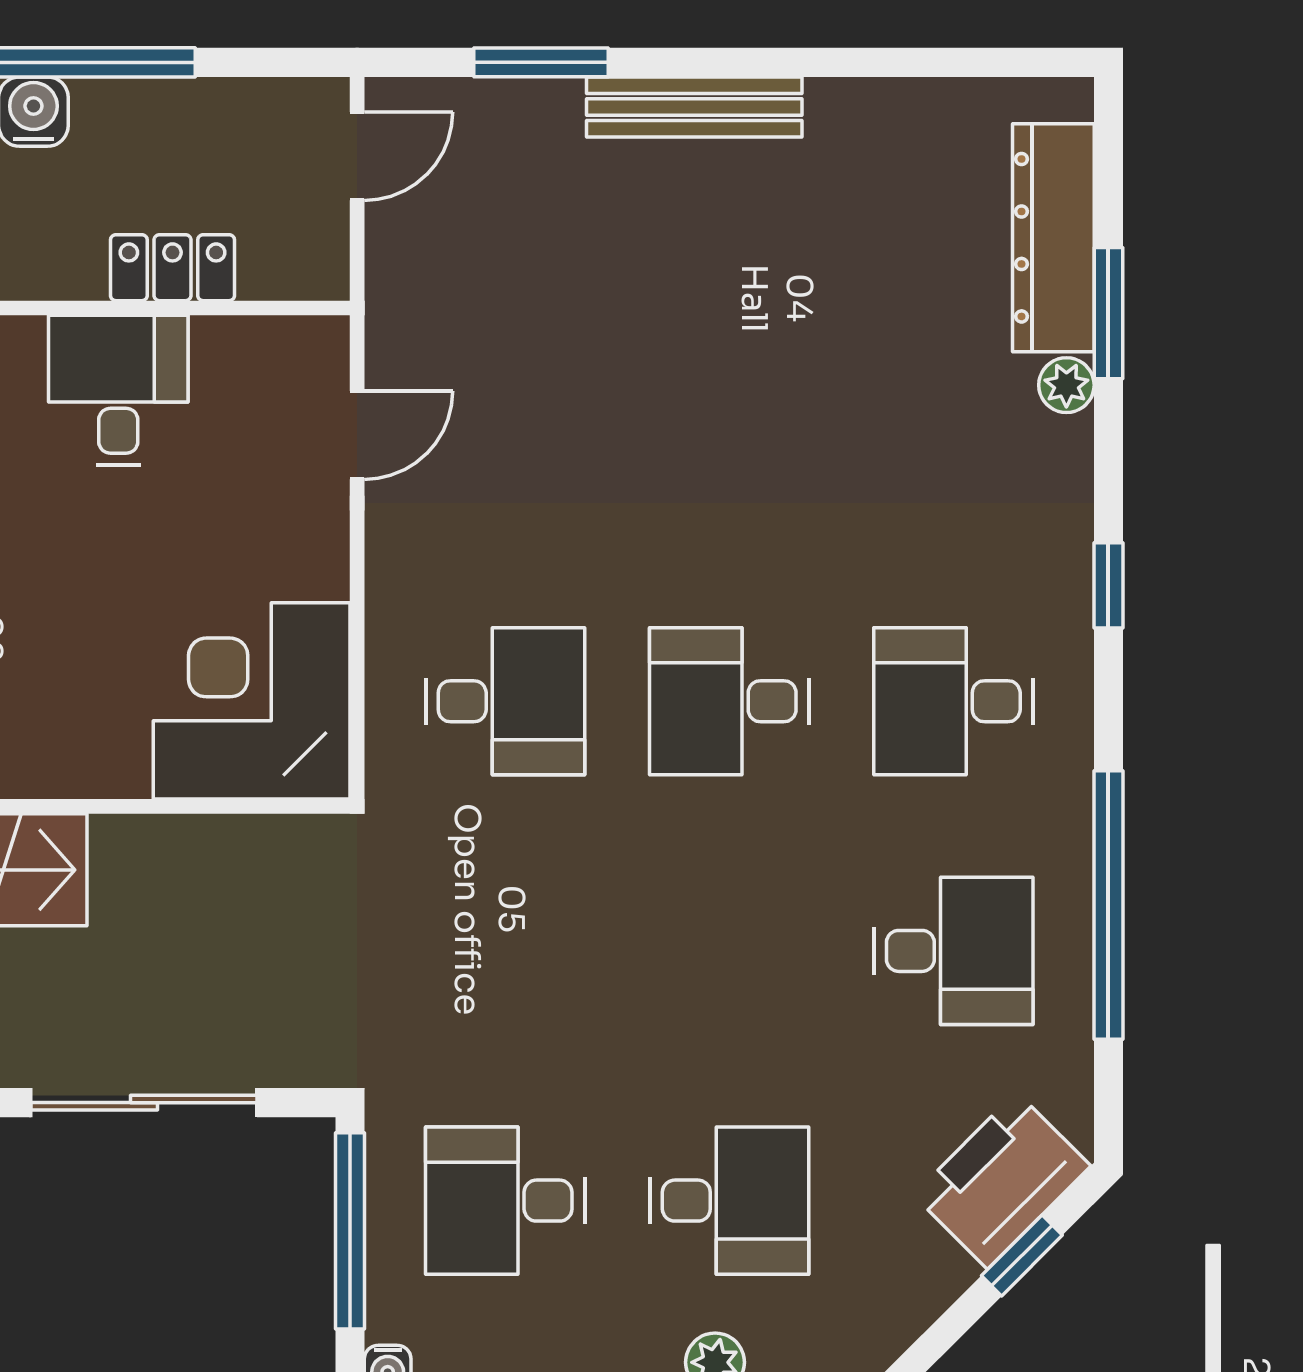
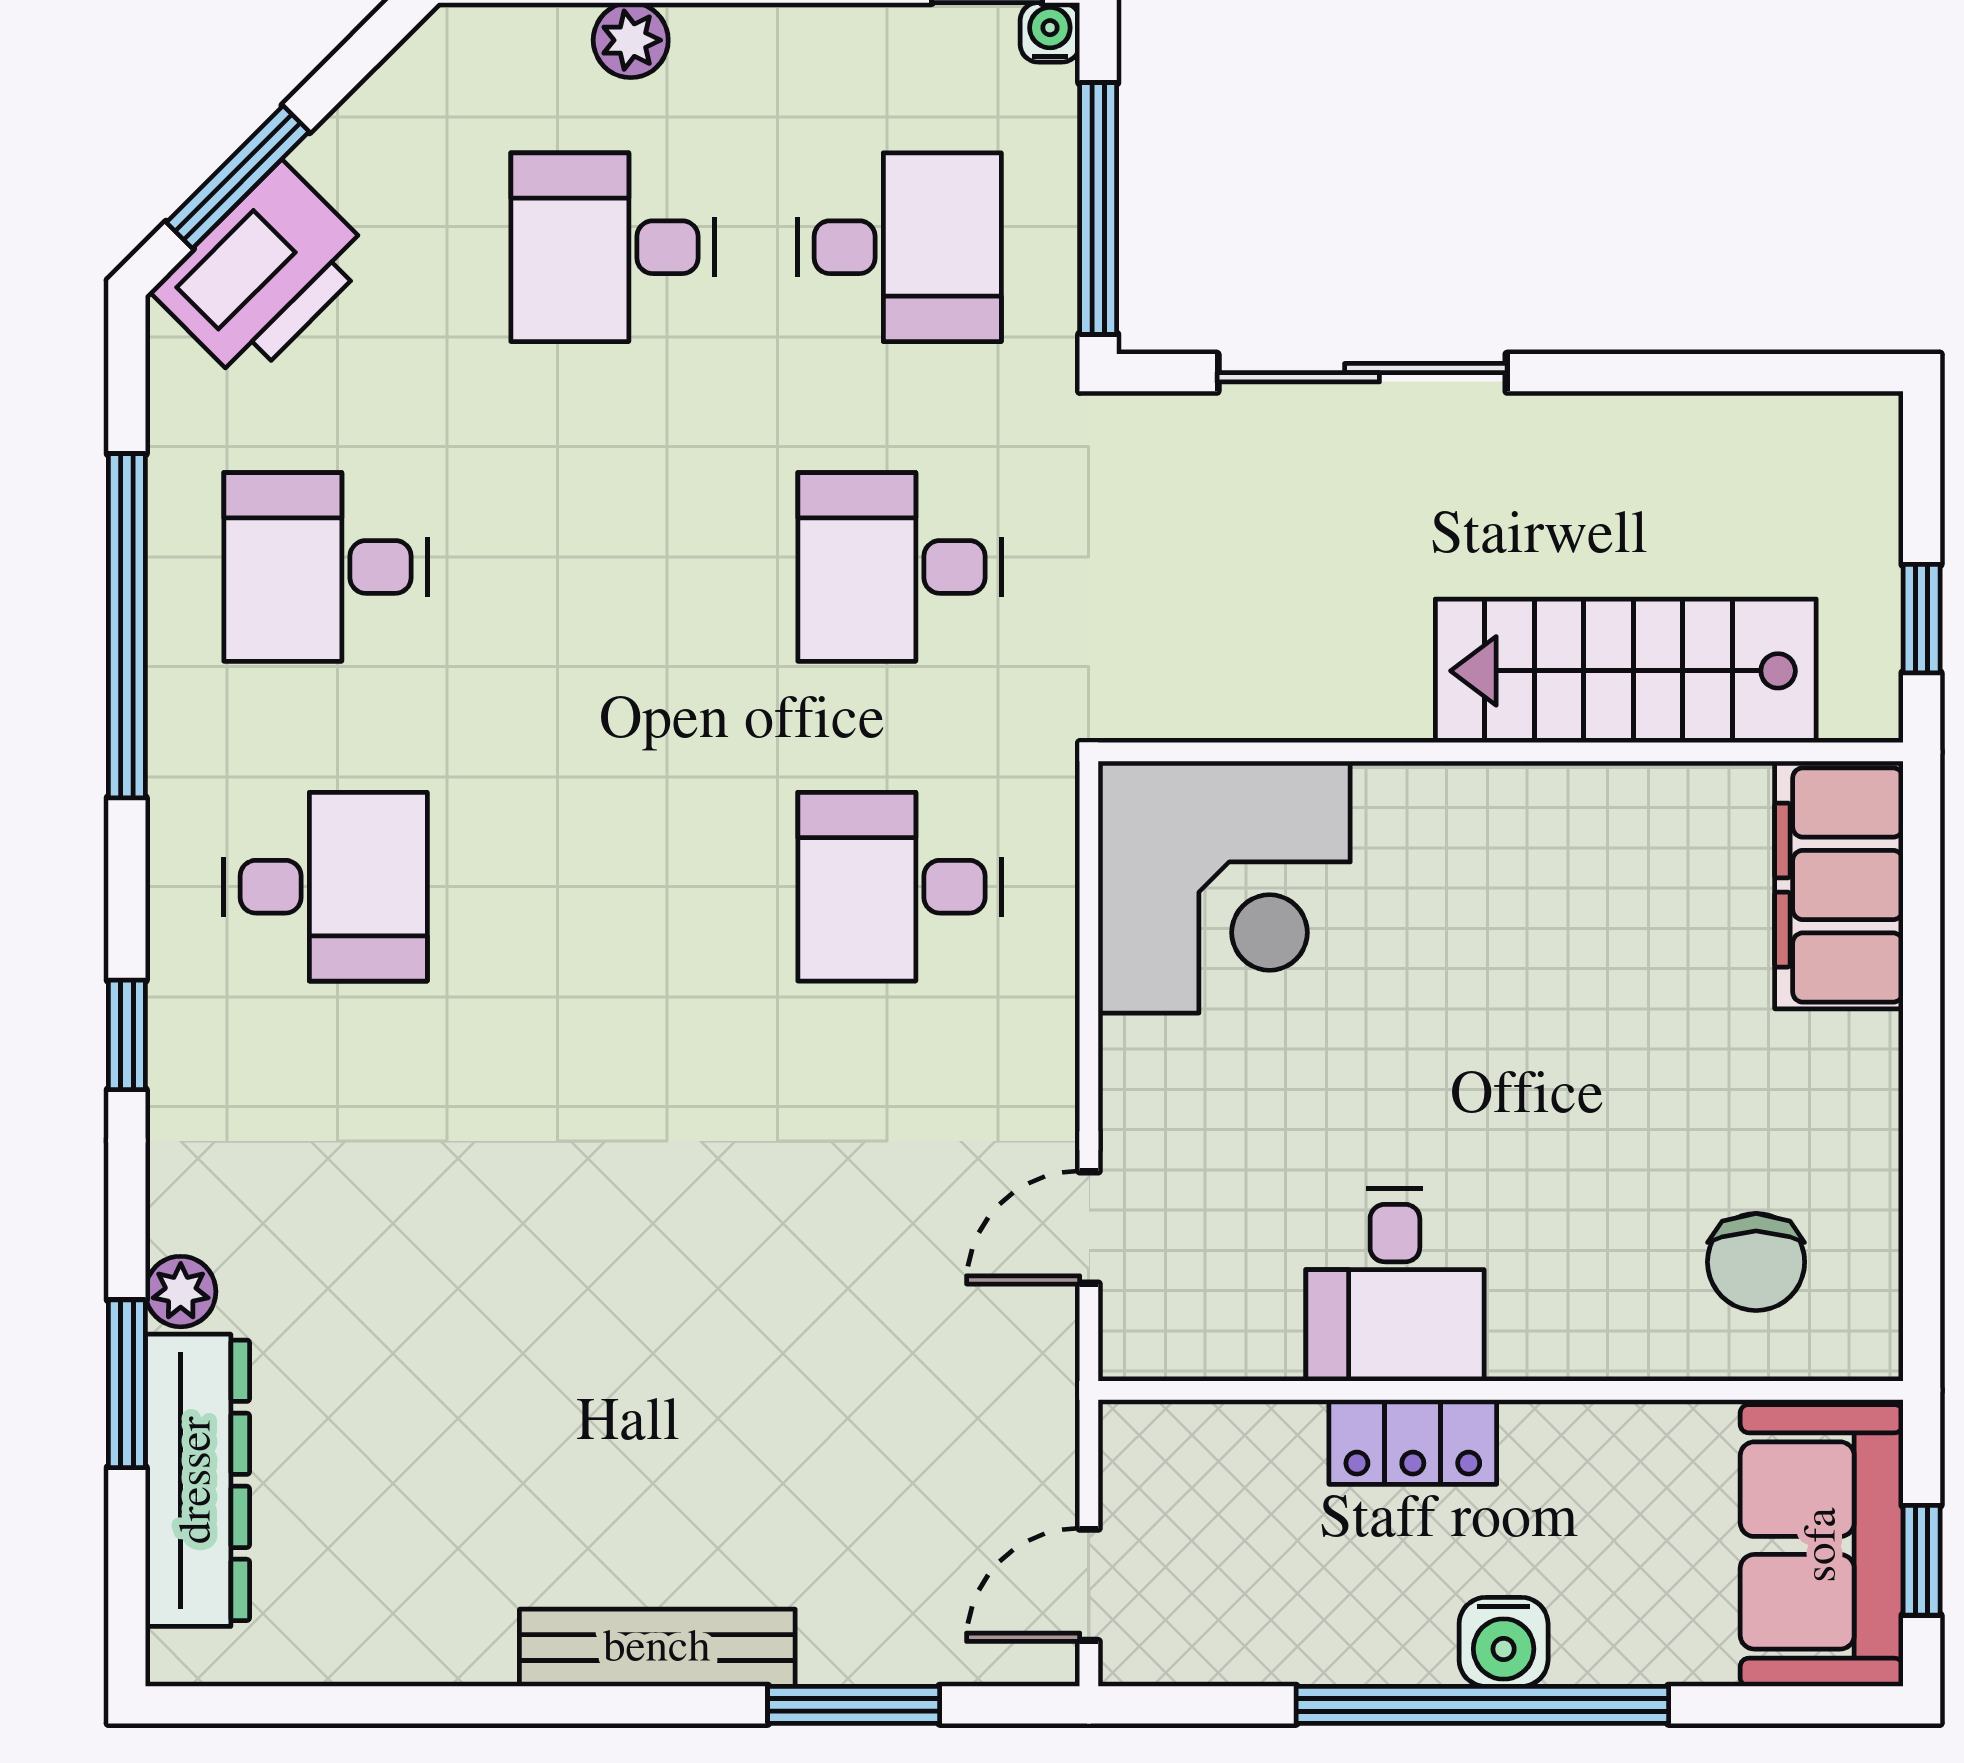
locker: (173, 268) -> (1413, 1442), moved
desk: (729, 701) -> (900, 567), moved, turned 180
window: (1022, 1255) -> (238, 177), width x1.50

